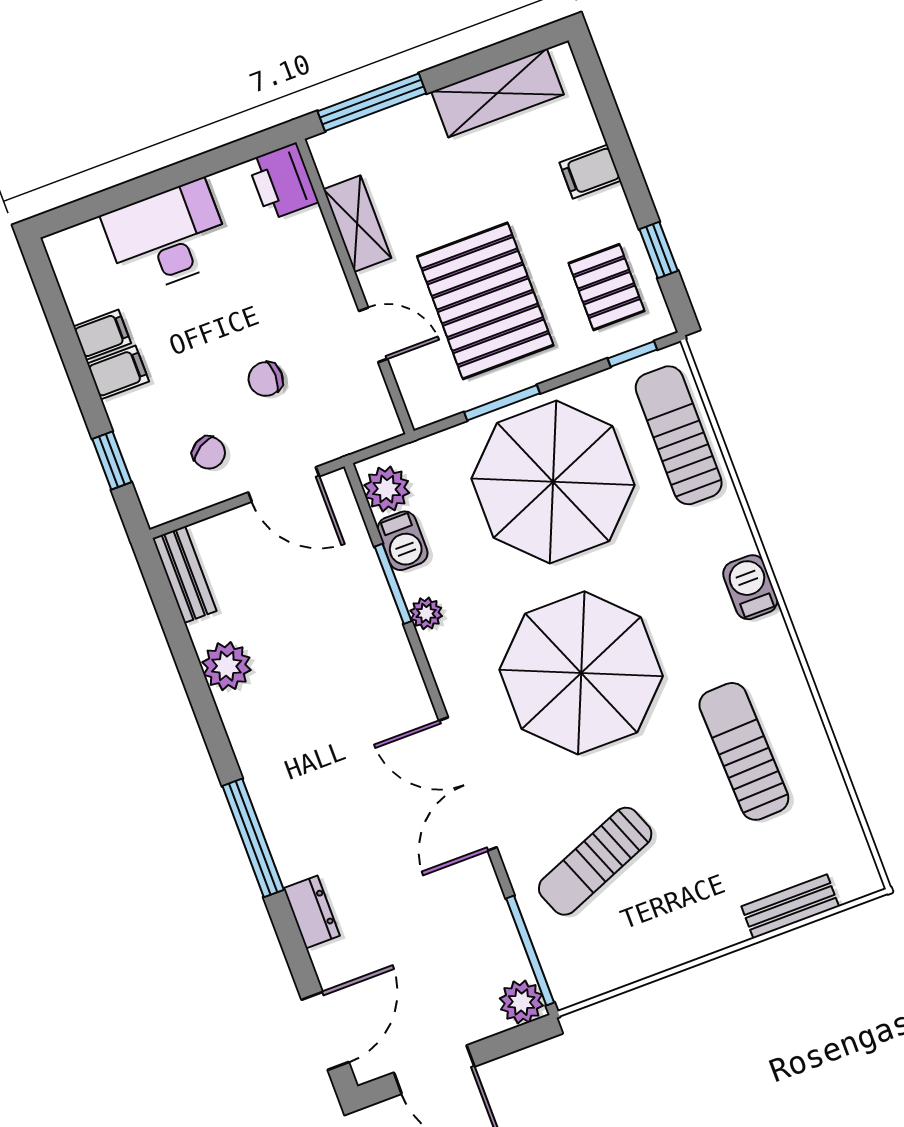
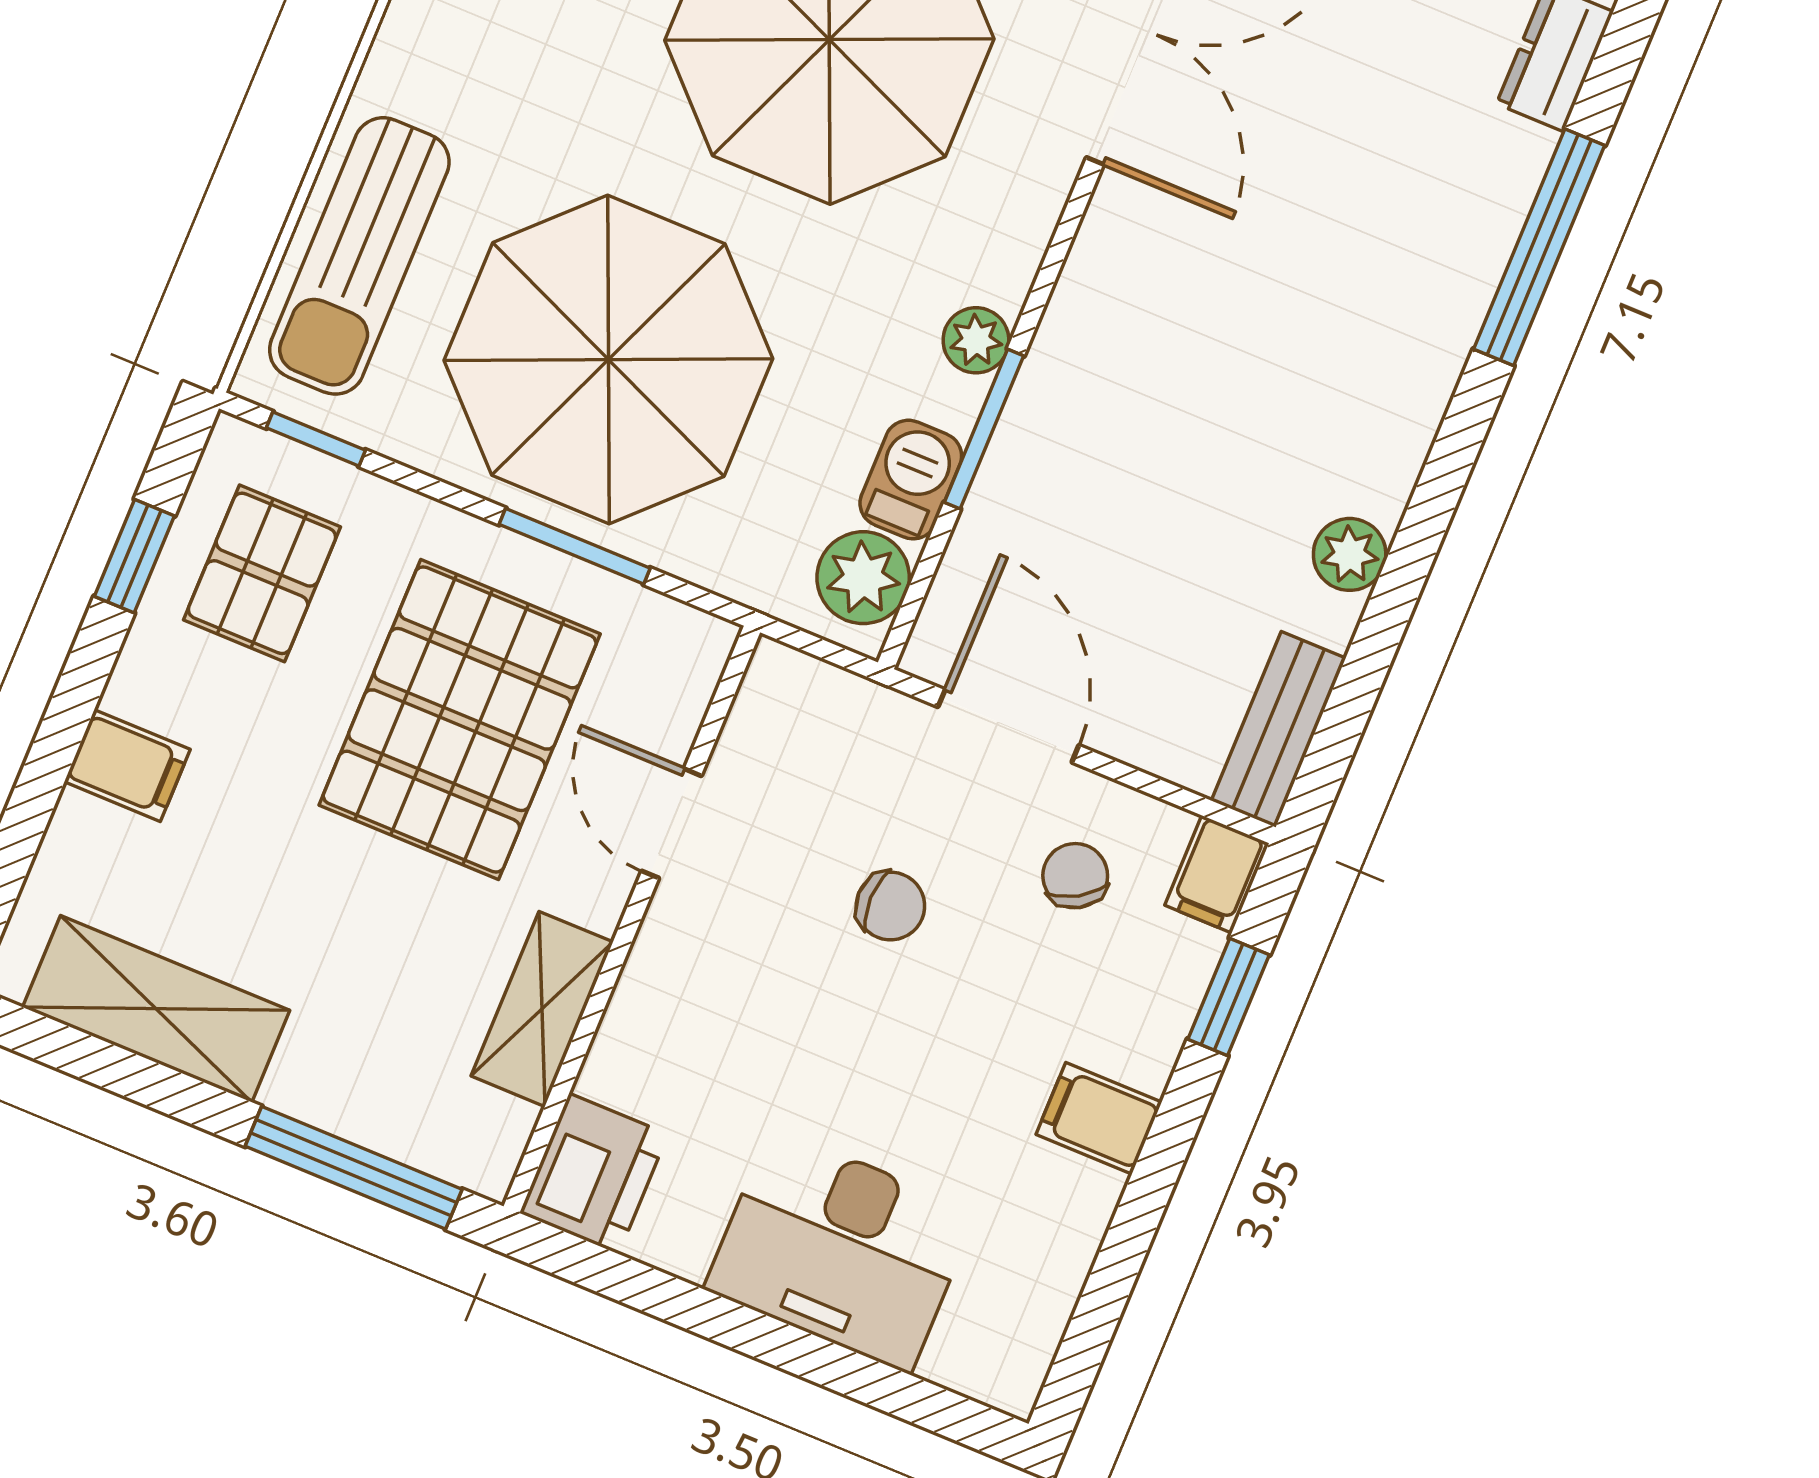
filing cabinet: (102, 335) -> (1217, 874), moved, turned -90
plant: (227, 666) -> (1350, 554), width x0.73, depth x0.73

